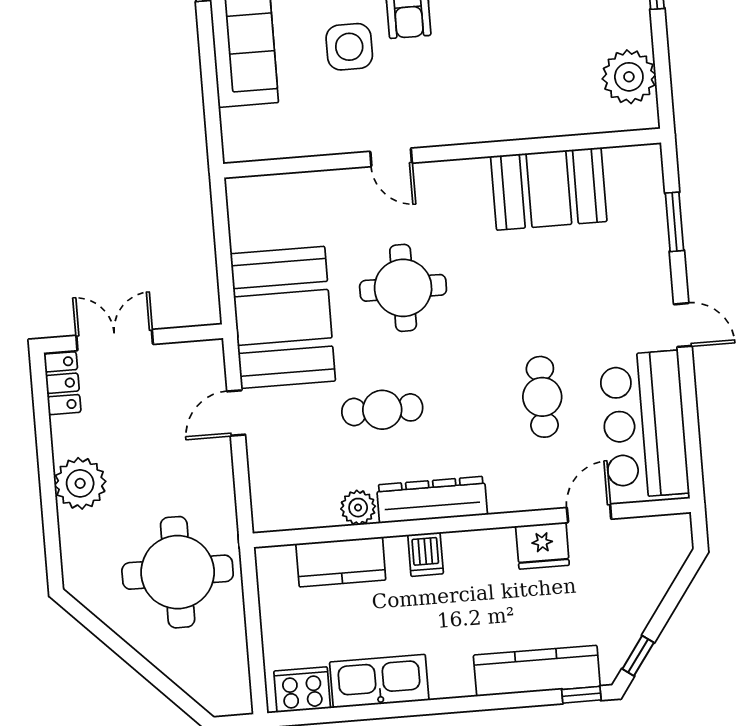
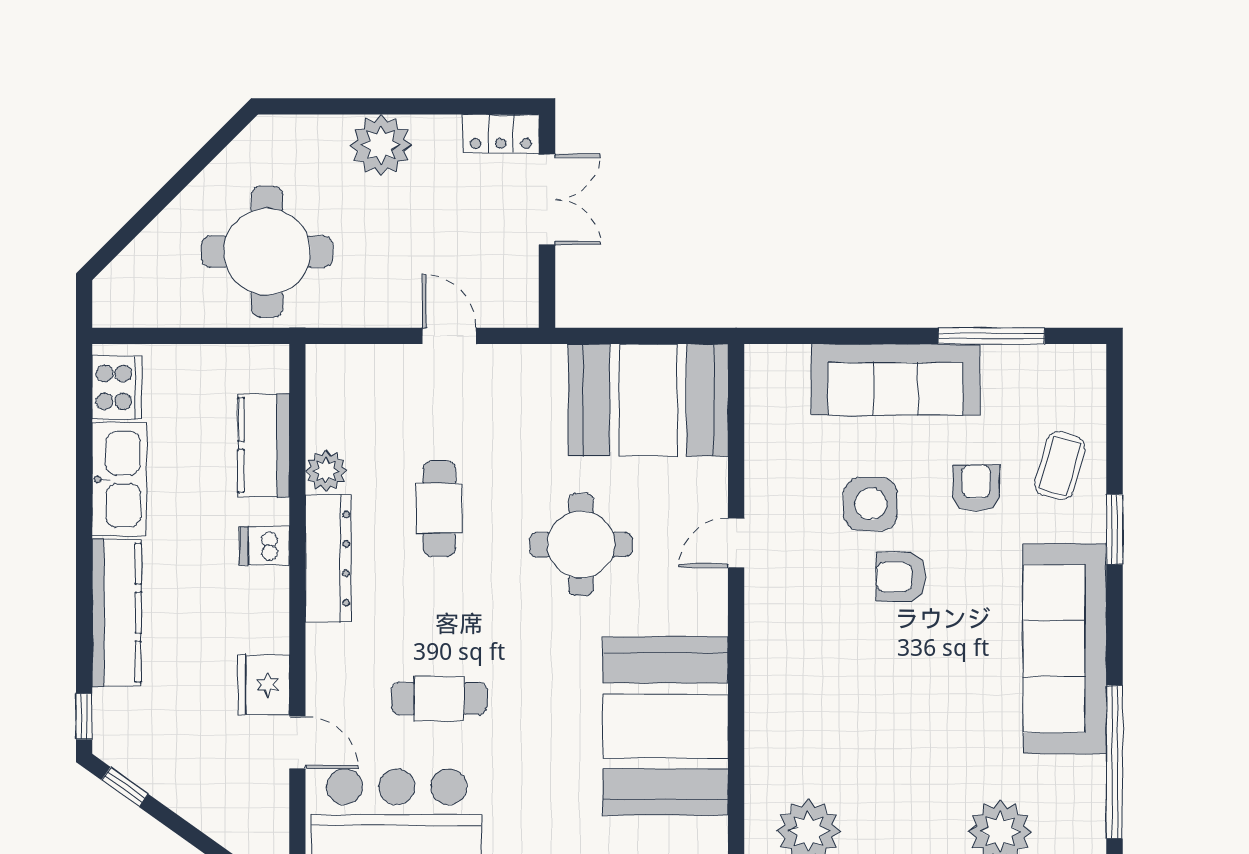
booth: (549, 189) -> (665, 726), width x1.36, depth x1.42
booth: (283, 317) -> (648, 400), moved
kitchen counter: (537, 671) -> (117, 613), moved

